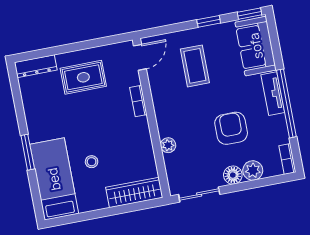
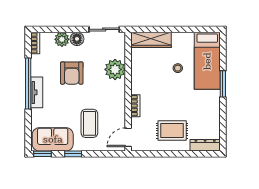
sofa: (256, 46) -> (53, 139), moved, turned -90
plant: (168, 145) -> (115, 69), width x1.87, depth x1.87

